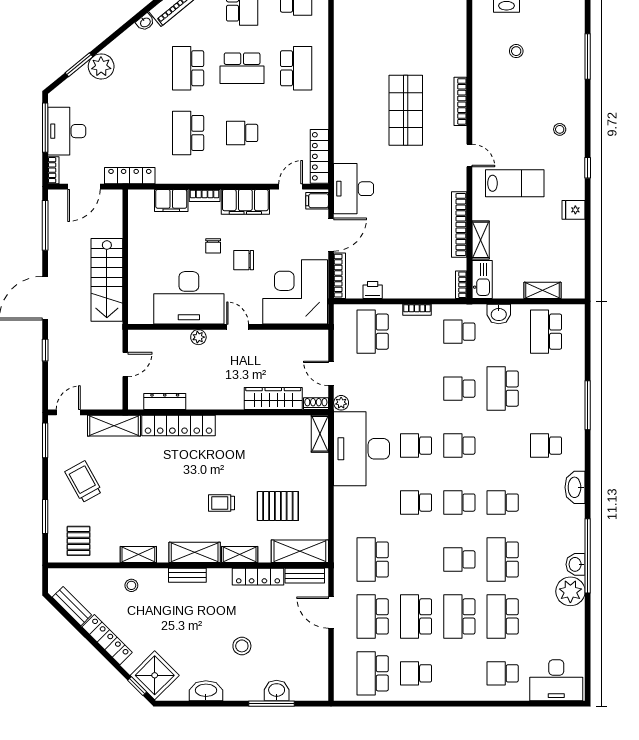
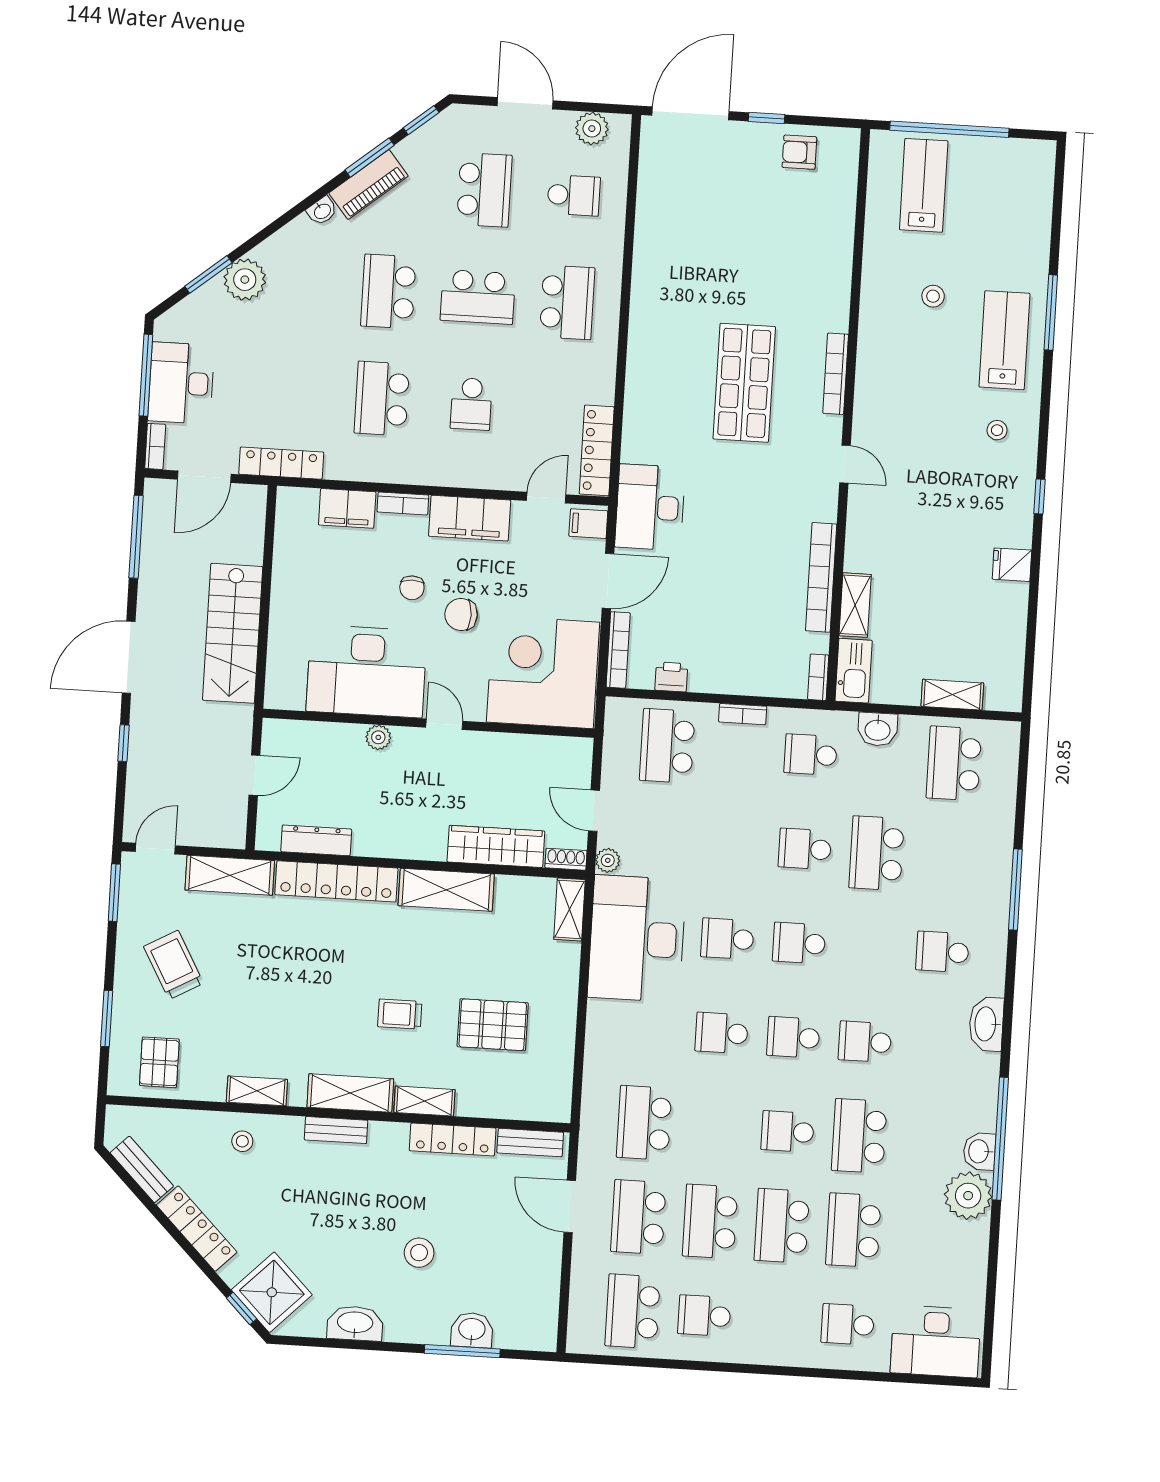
school desk: (242, 133) -> (471, 404), turned -90
lab bench: (515, 183) -> (1005, 340), moved, turned -90
shelving: (300, 551) -> (446, 890), moved

